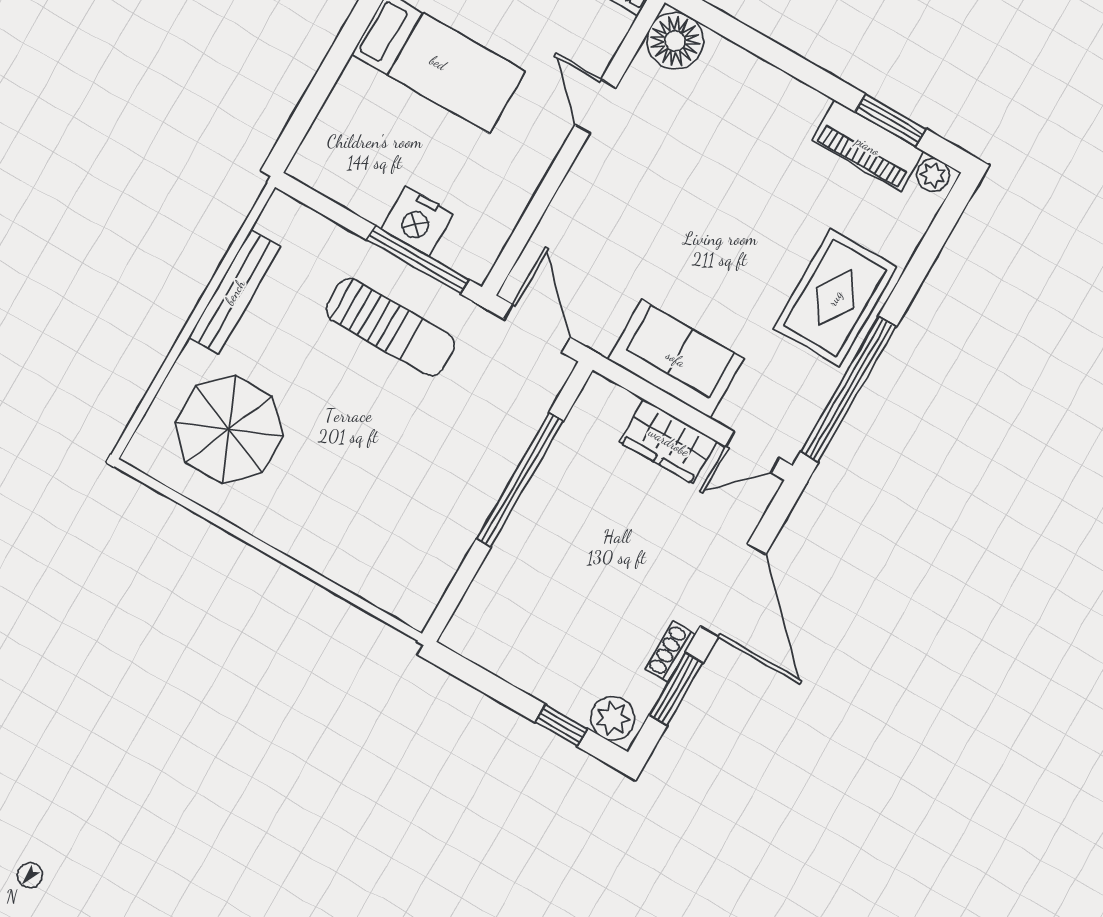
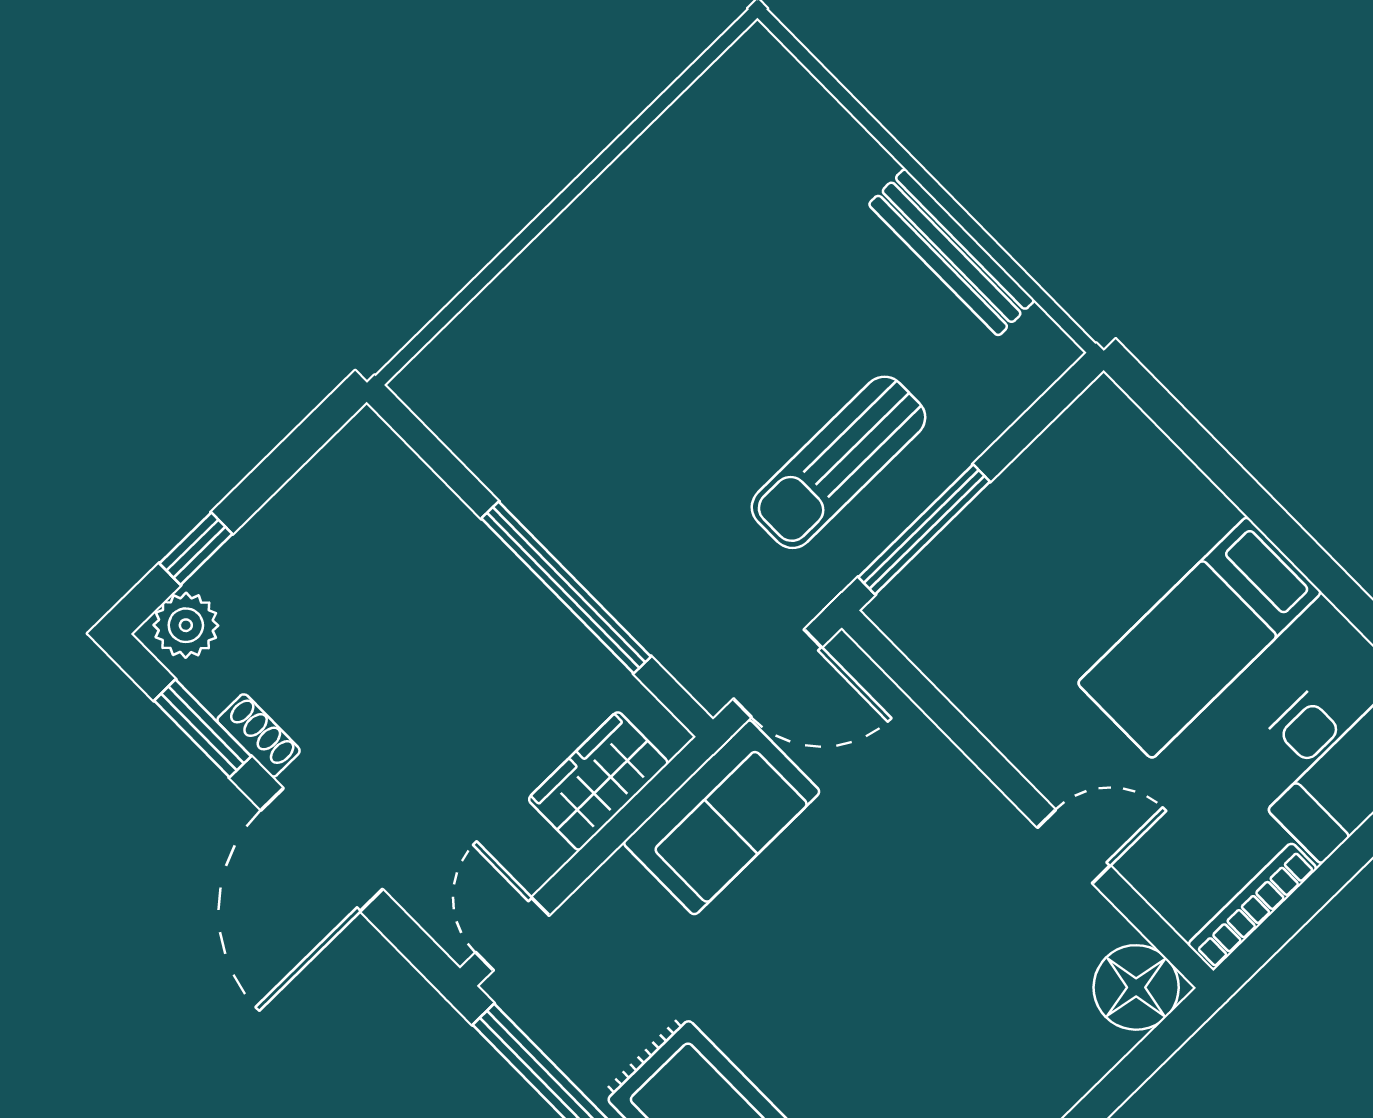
nightstand: (417, 221) -> (980, 544), removed
sofa: (676, 359) -> (722, 817), moved
parasol: (229, 429) -> (756, 189), removed
wardrobe: (669, 442) -> (598, 781), moved
door: (733, 590) -> (322, 850), hinge flipped

